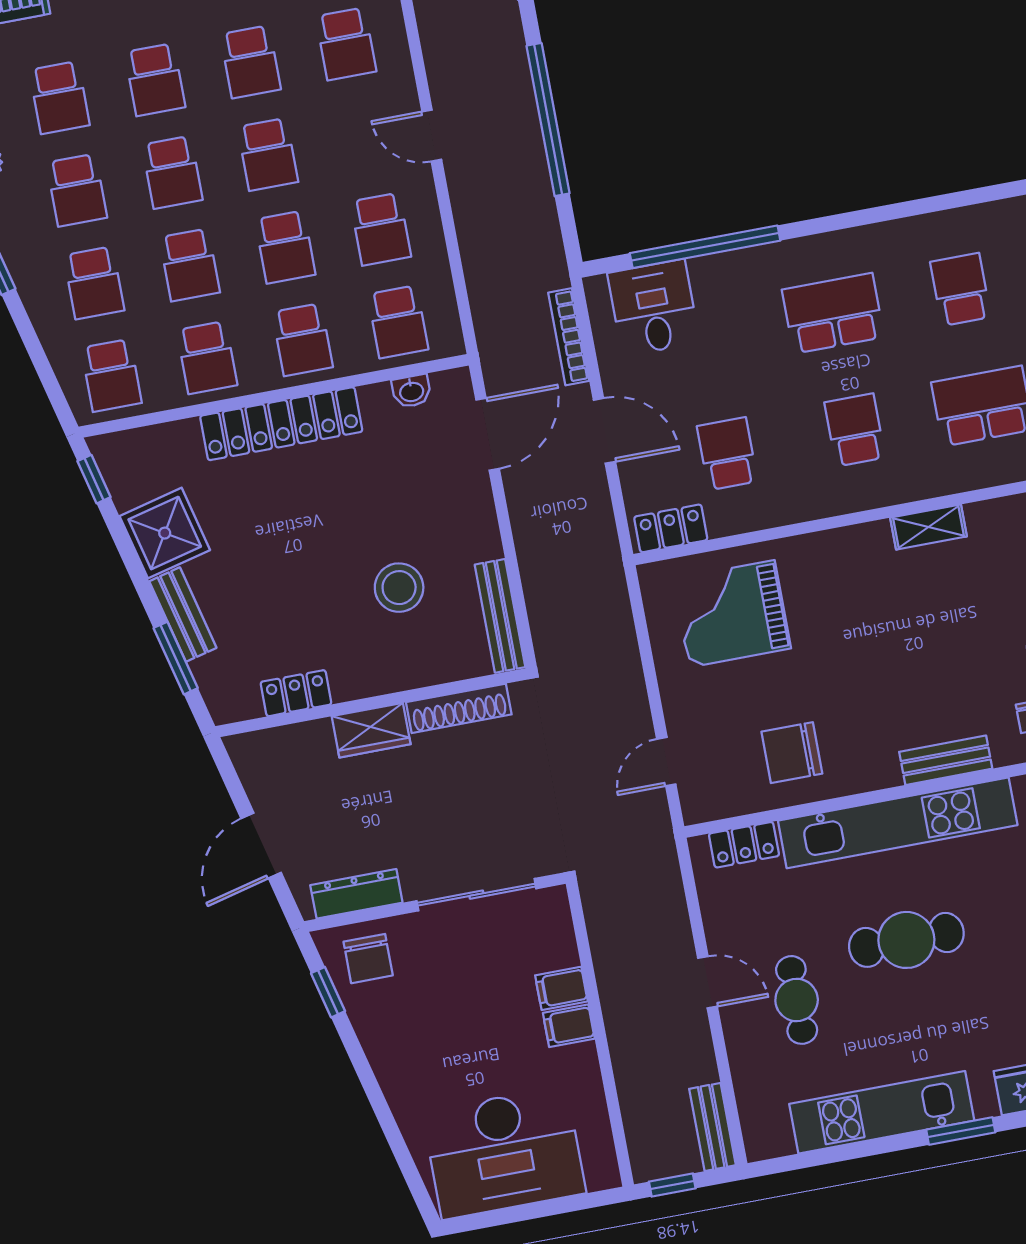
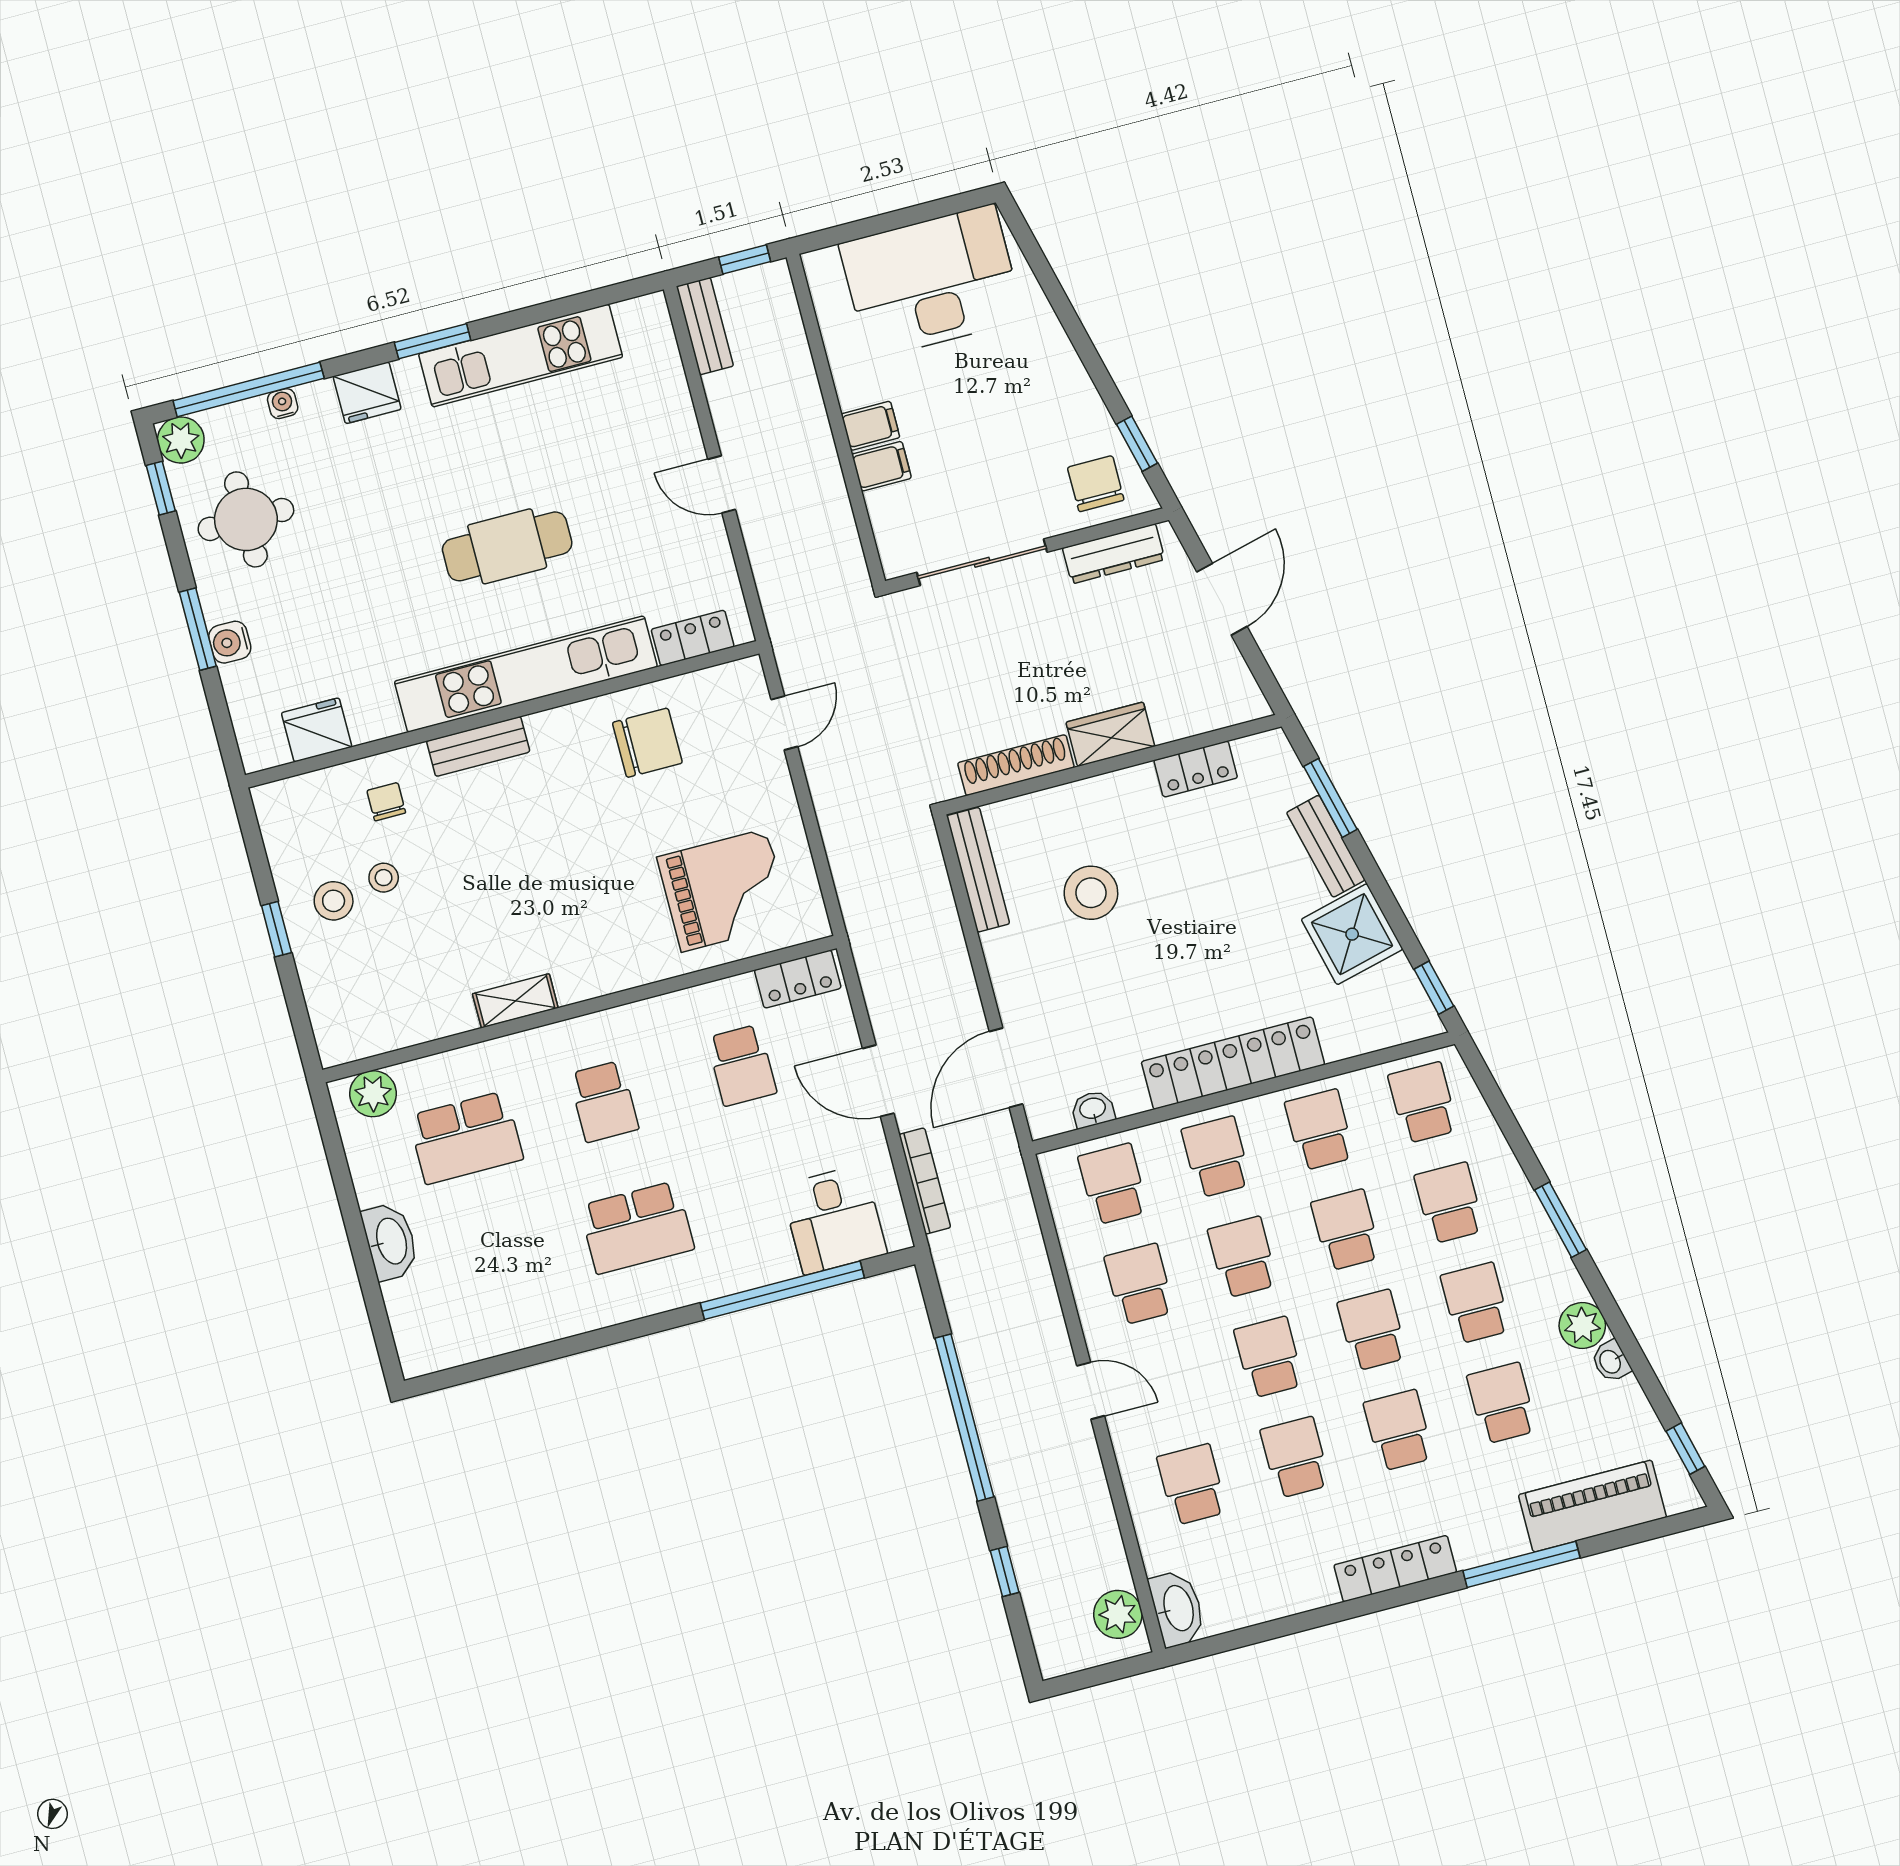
school desk: (961, 289) -> (499, 1264), removed
cafe table: (797, 1000) -> (623, 472), removed

